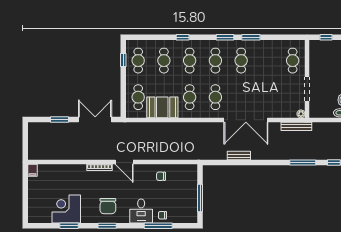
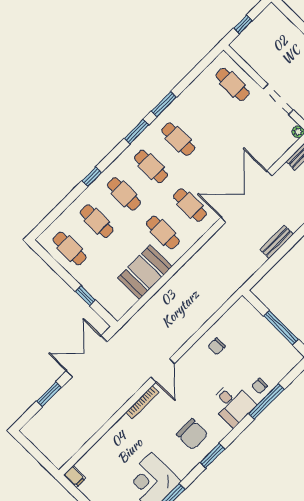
window: (123, 60) -> (85, 296), moved
cafe table: (138, 97) -> (108, 287), removed
double door: (246, 120) -> (246, 197), swing flipped
door: (124, 162) -> (163, 370), hinge flipped

